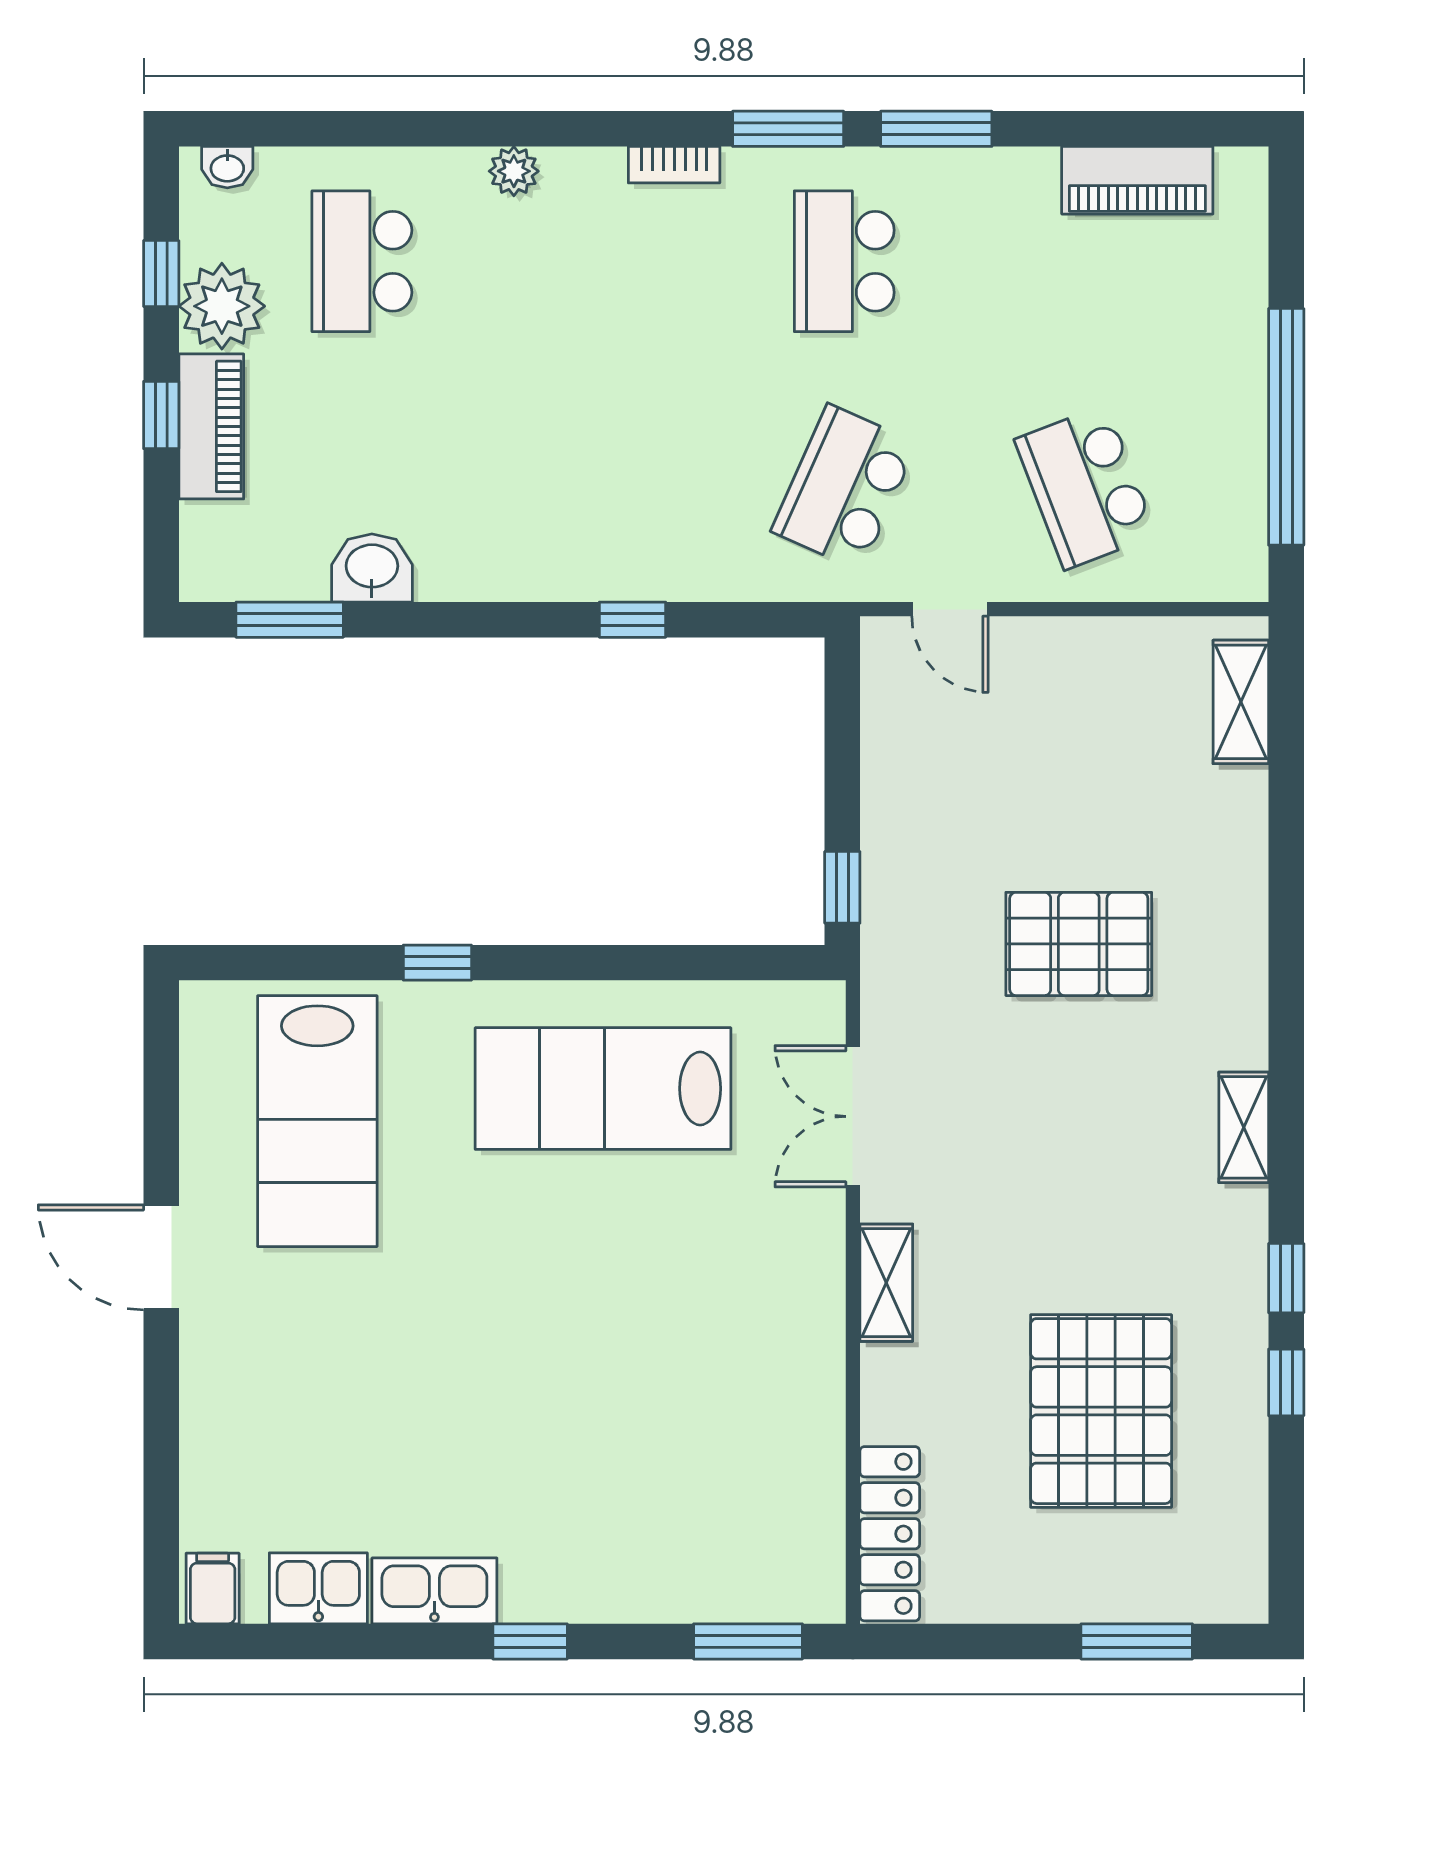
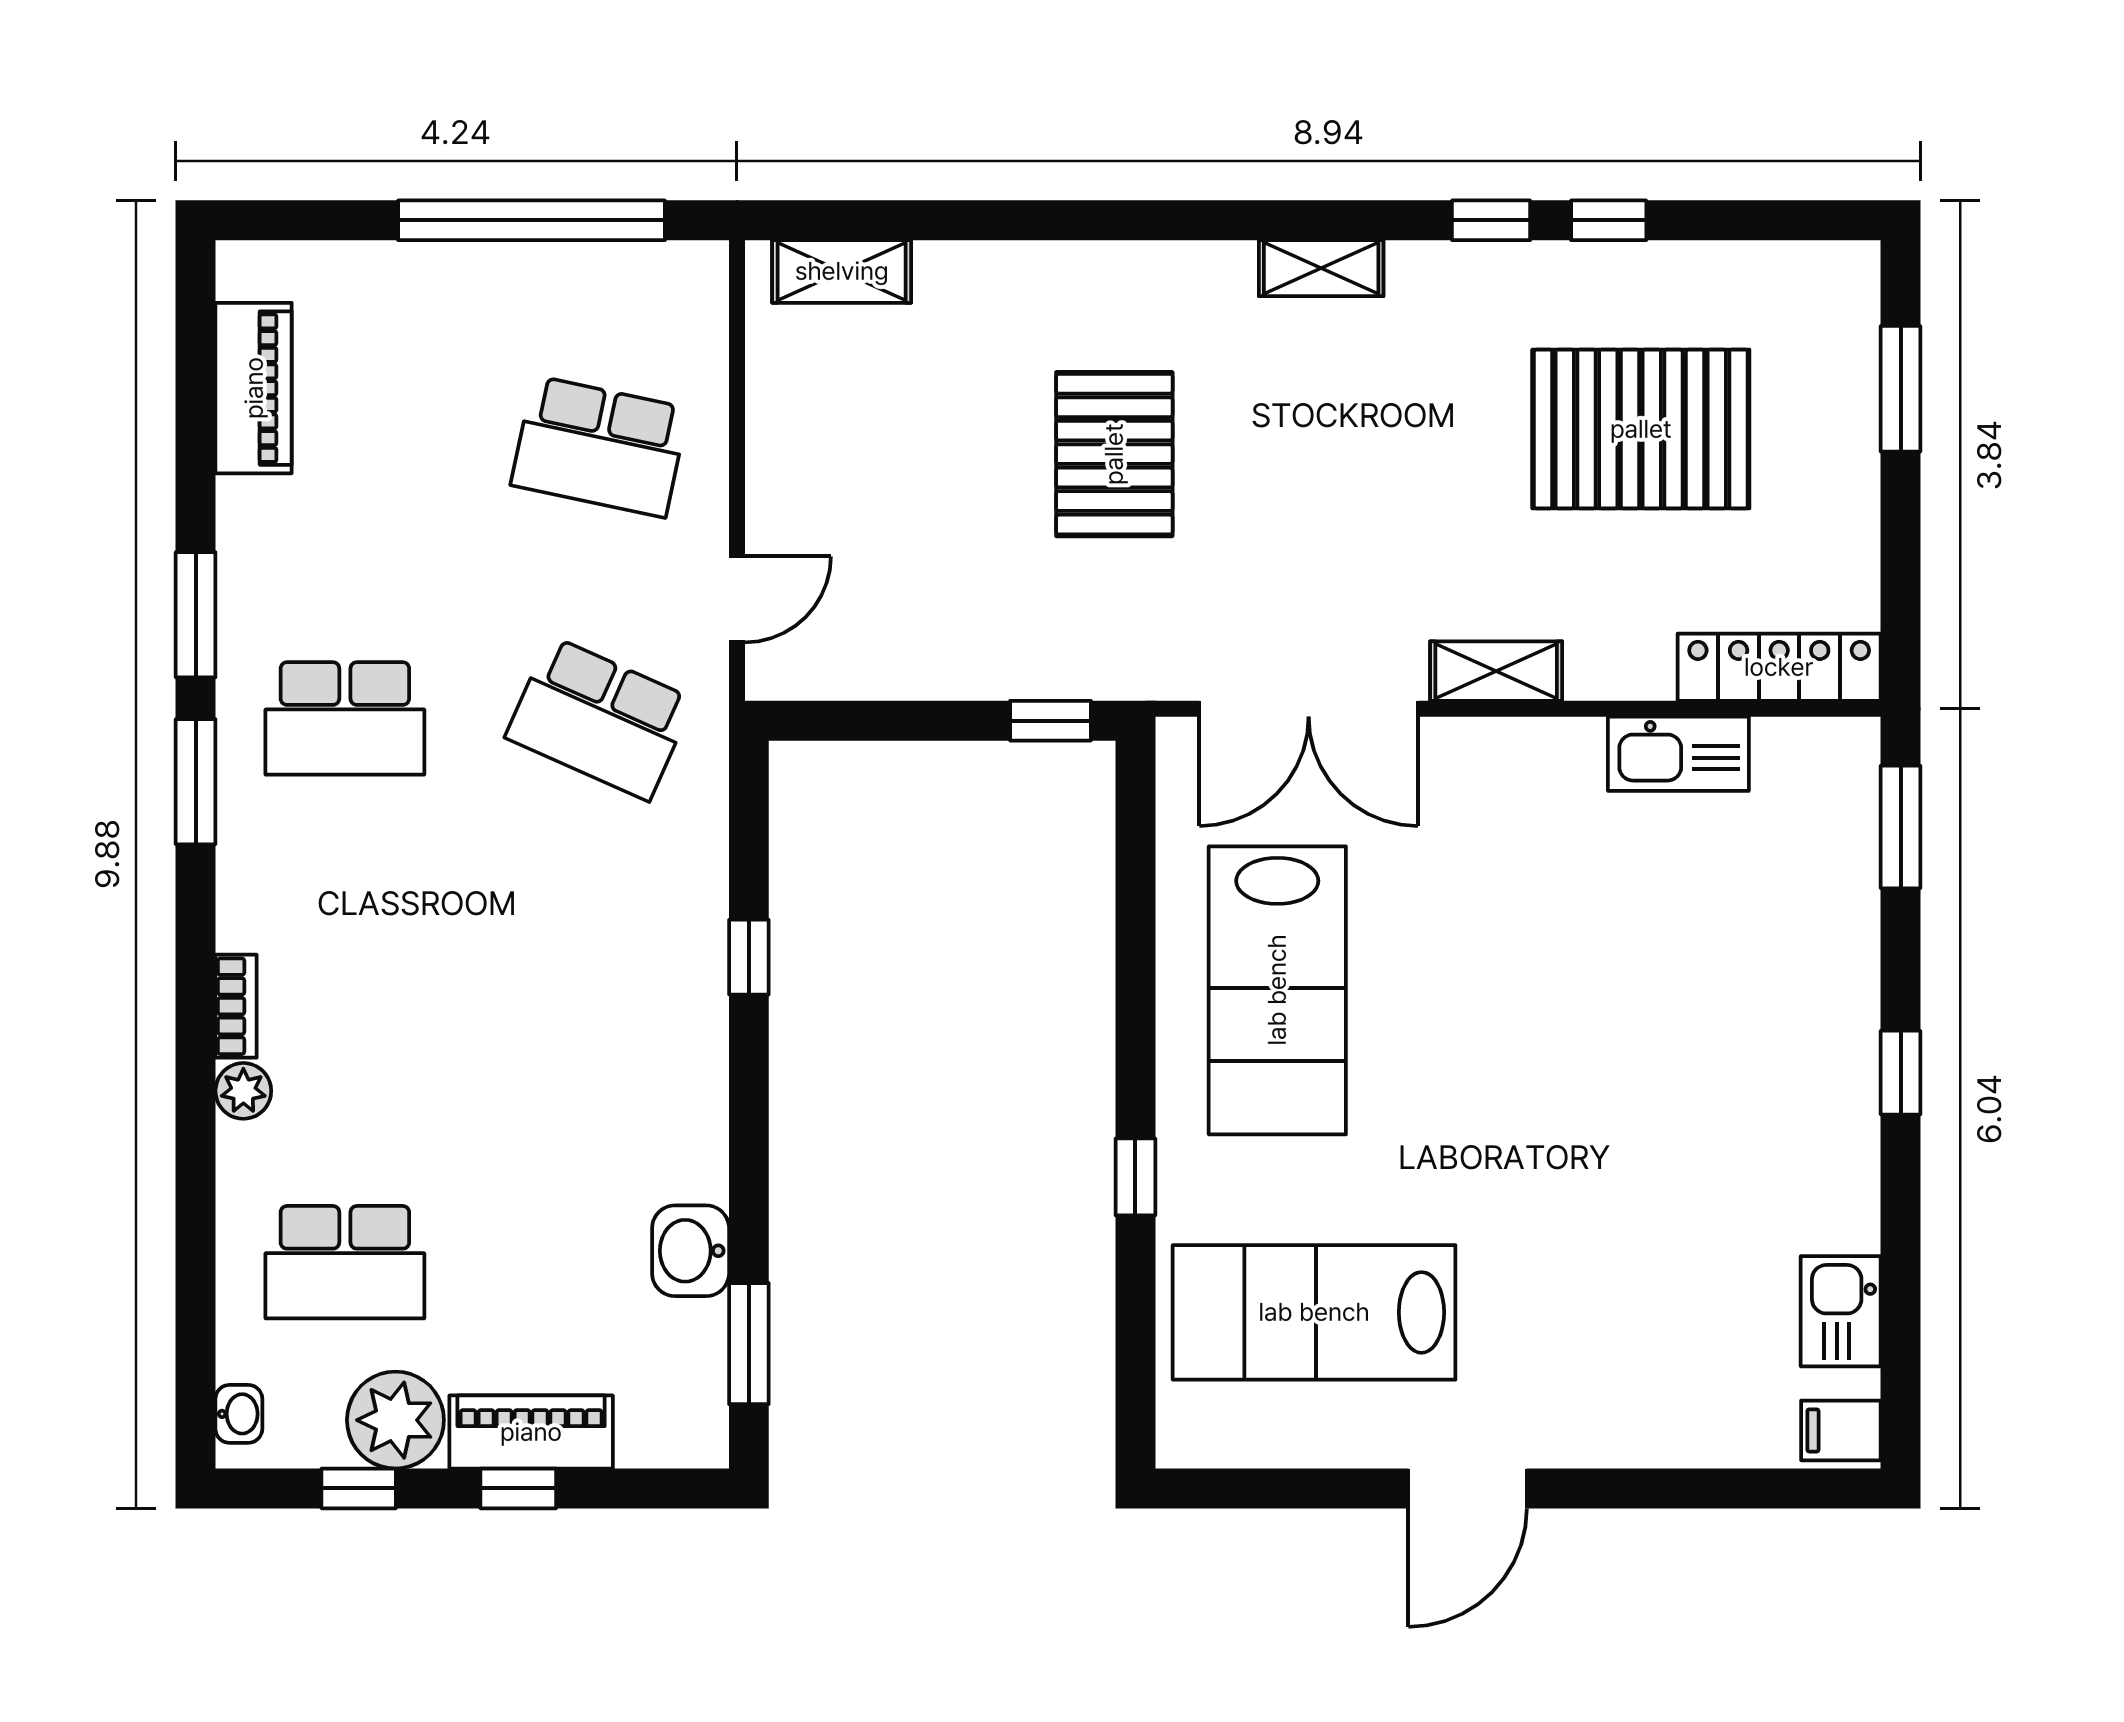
bookcase: (674, 165) -> (236, 1006), moved
school desk: (1085, 487) -> (600, 447), turned 33
double door: (853, 1116) -> (1309, 709), width x1.37
lab bench: (317, 1121) -> (1314, 1312), turned 180
kitchen sink: (434, 1591) -> (1678, 754), moved, turned -90

